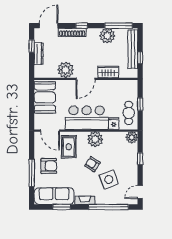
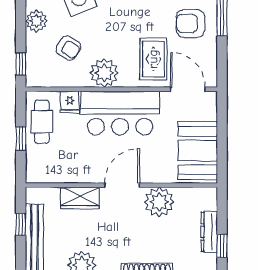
plant: (132, 137) -> (36, 21), moved
window: (140, 159) -> (21, 64), moved
armchair: (93, 164) -> (68, 48), moved

